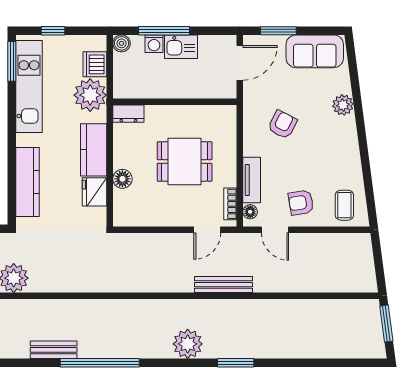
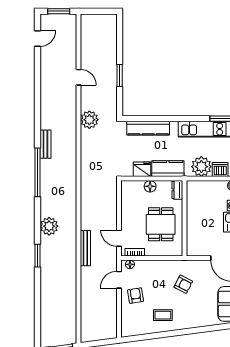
wall: (175, 102) -> (185, 218), moved
plant: (343, 105) -> (195, 321), removed
dresser: (128, 114) -> (177, 190), moved
tv unit: (252, 180) -> (149, 265), removed
coffee table: (344, 205) -> (163, 315), moved

